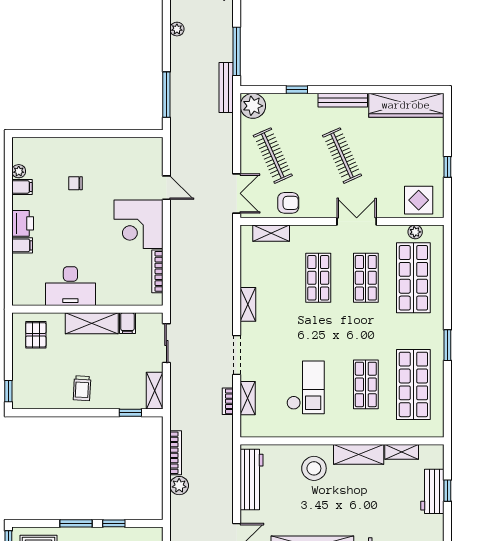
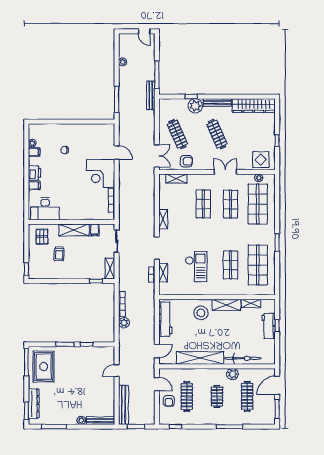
plant: (253, 106) -> (195, 106), moved
desk: (70, 286) -> (45, 209), moved
trolley: (82, 388) -> (59, 254), moved

